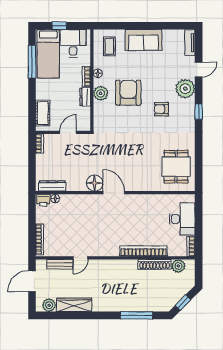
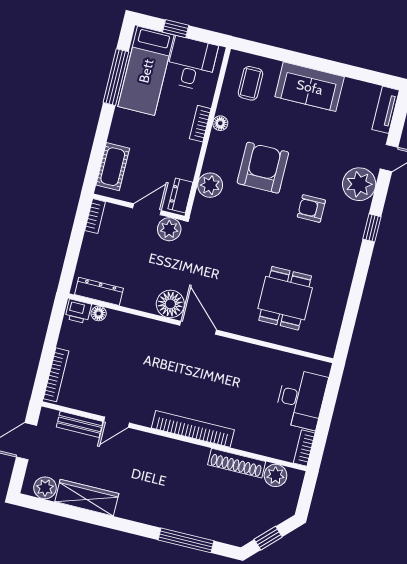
plant: (101, 93) -> (210, 185), moved
dresser: (85, 97) -> (180, 195), moved
plant: (84, 141) -> (169, 229), added
dining table: (176, 167) -> (285, 298), moved
bookcase: (144, 251) -> (193, 429), moved

